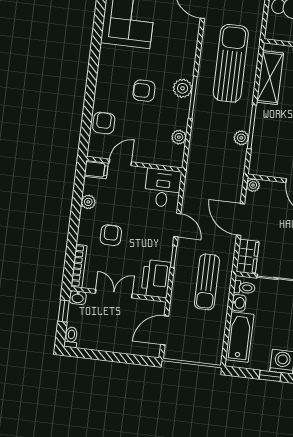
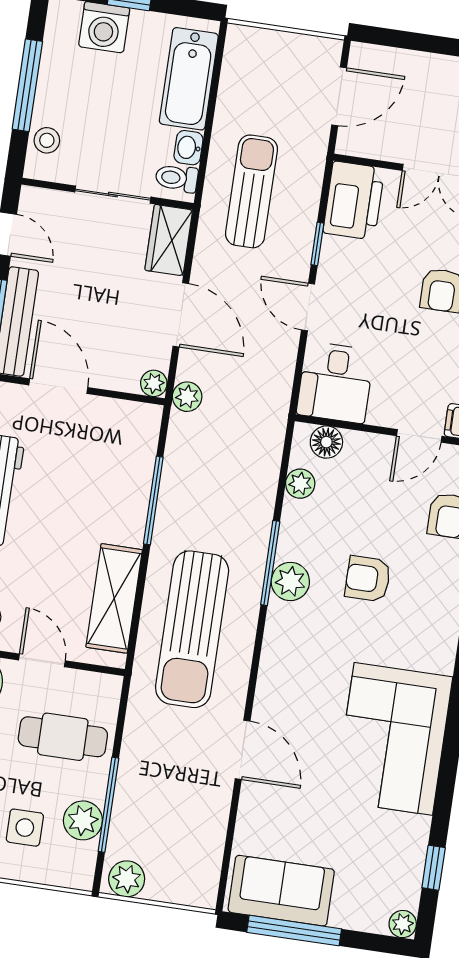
armchair: (144, 91) -> (368, 579), turned 180
plant: (241, 138) -> (187, 397), moved
floor lamp: (166, 158) -> (326, 442), added

